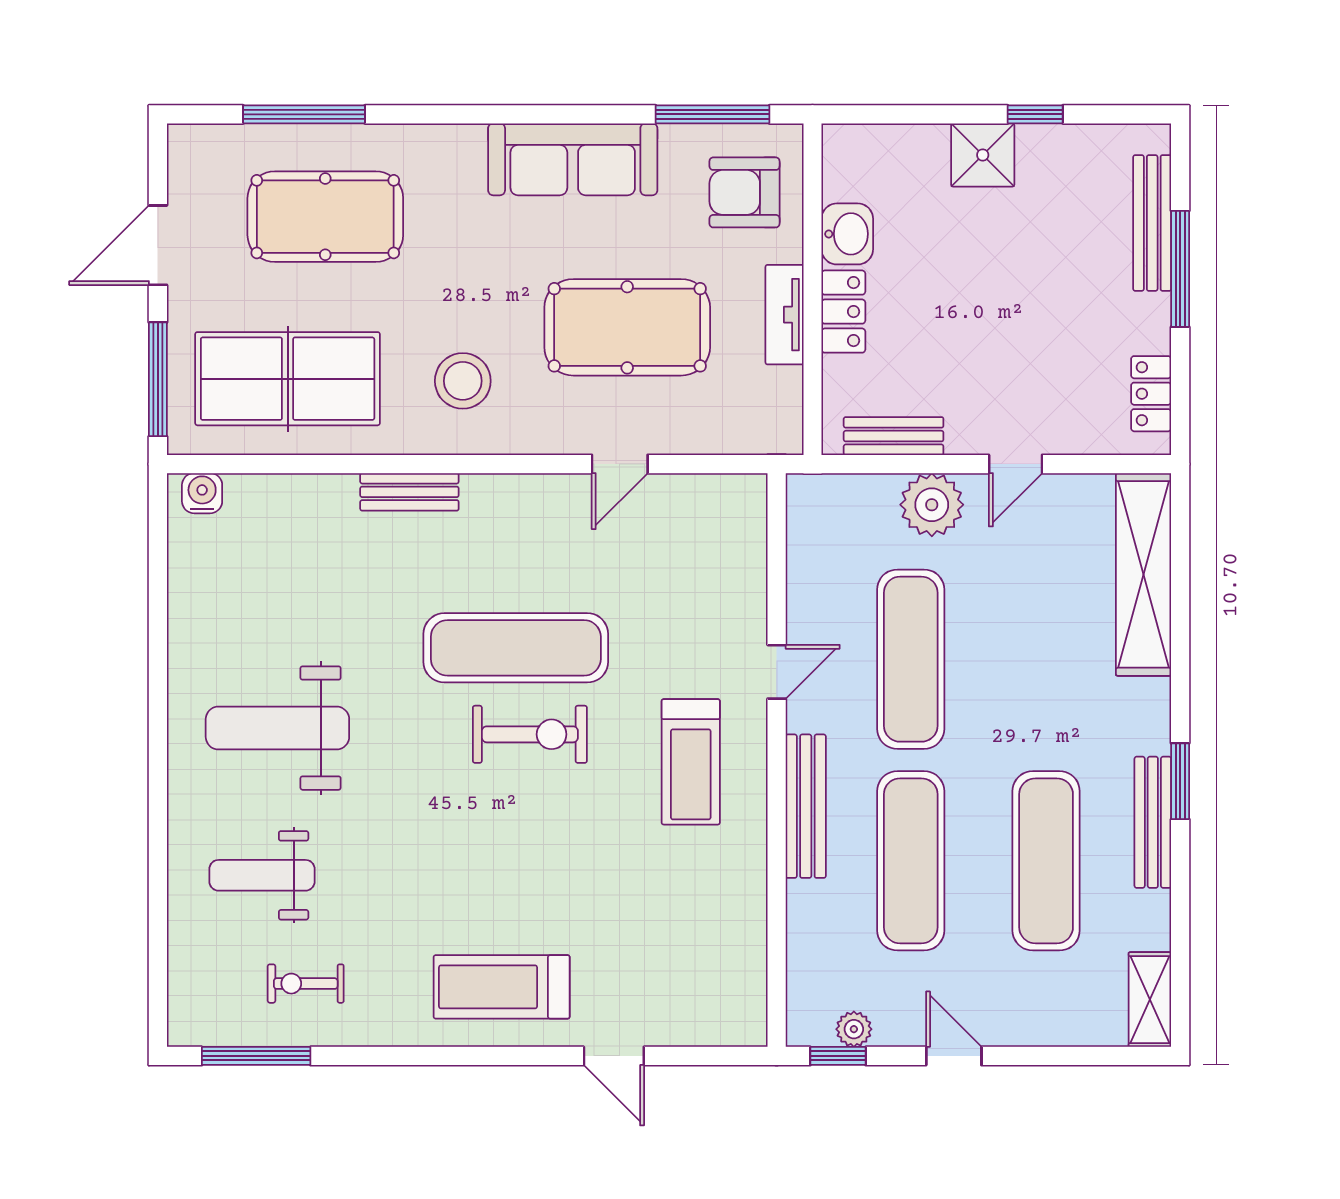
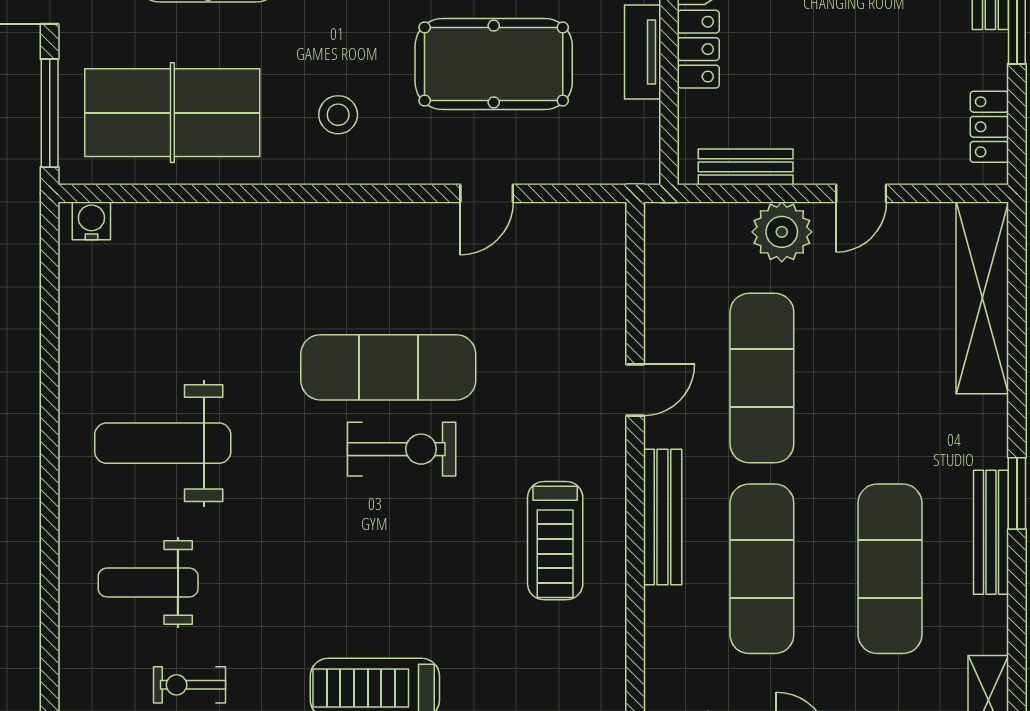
stool: (463, 381) -> (338, 115), width x0.73, depth x0.73
bench: (409, 492) -> (288, 220), removed
treadmill: (691, 762) -> (555, 541), moved

